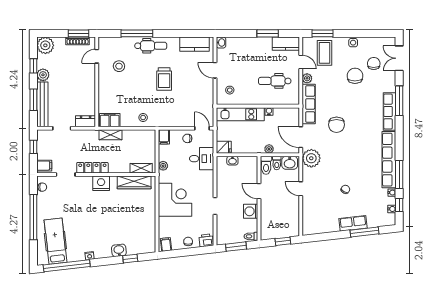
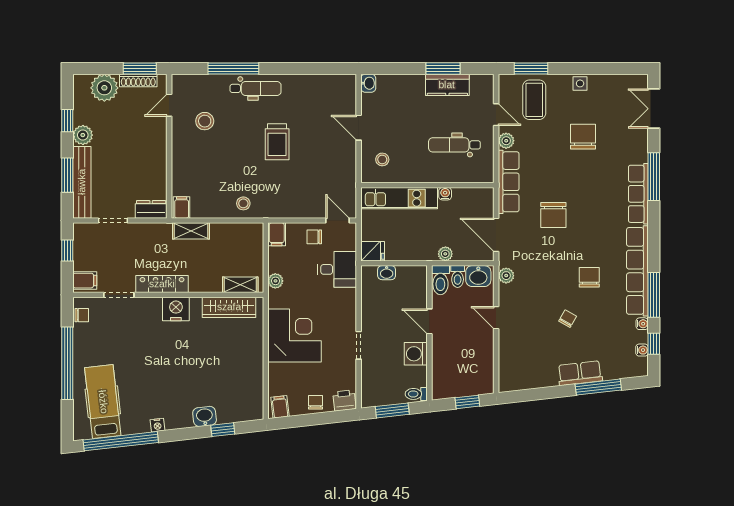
kitchen counter: (195, 44) -> (326, 86), removed
kitchen counter: (286, 44) -> (447, 85), moved
plant: (45, 45) -> (104, 88), moved
chair: (374, 63) -> (589, 277), moved
filing cabinet: (110, 120) -> (182, 207), width x0.50
plant: (311, 158) -> (506, 276), width x0.53, depth x0.53

